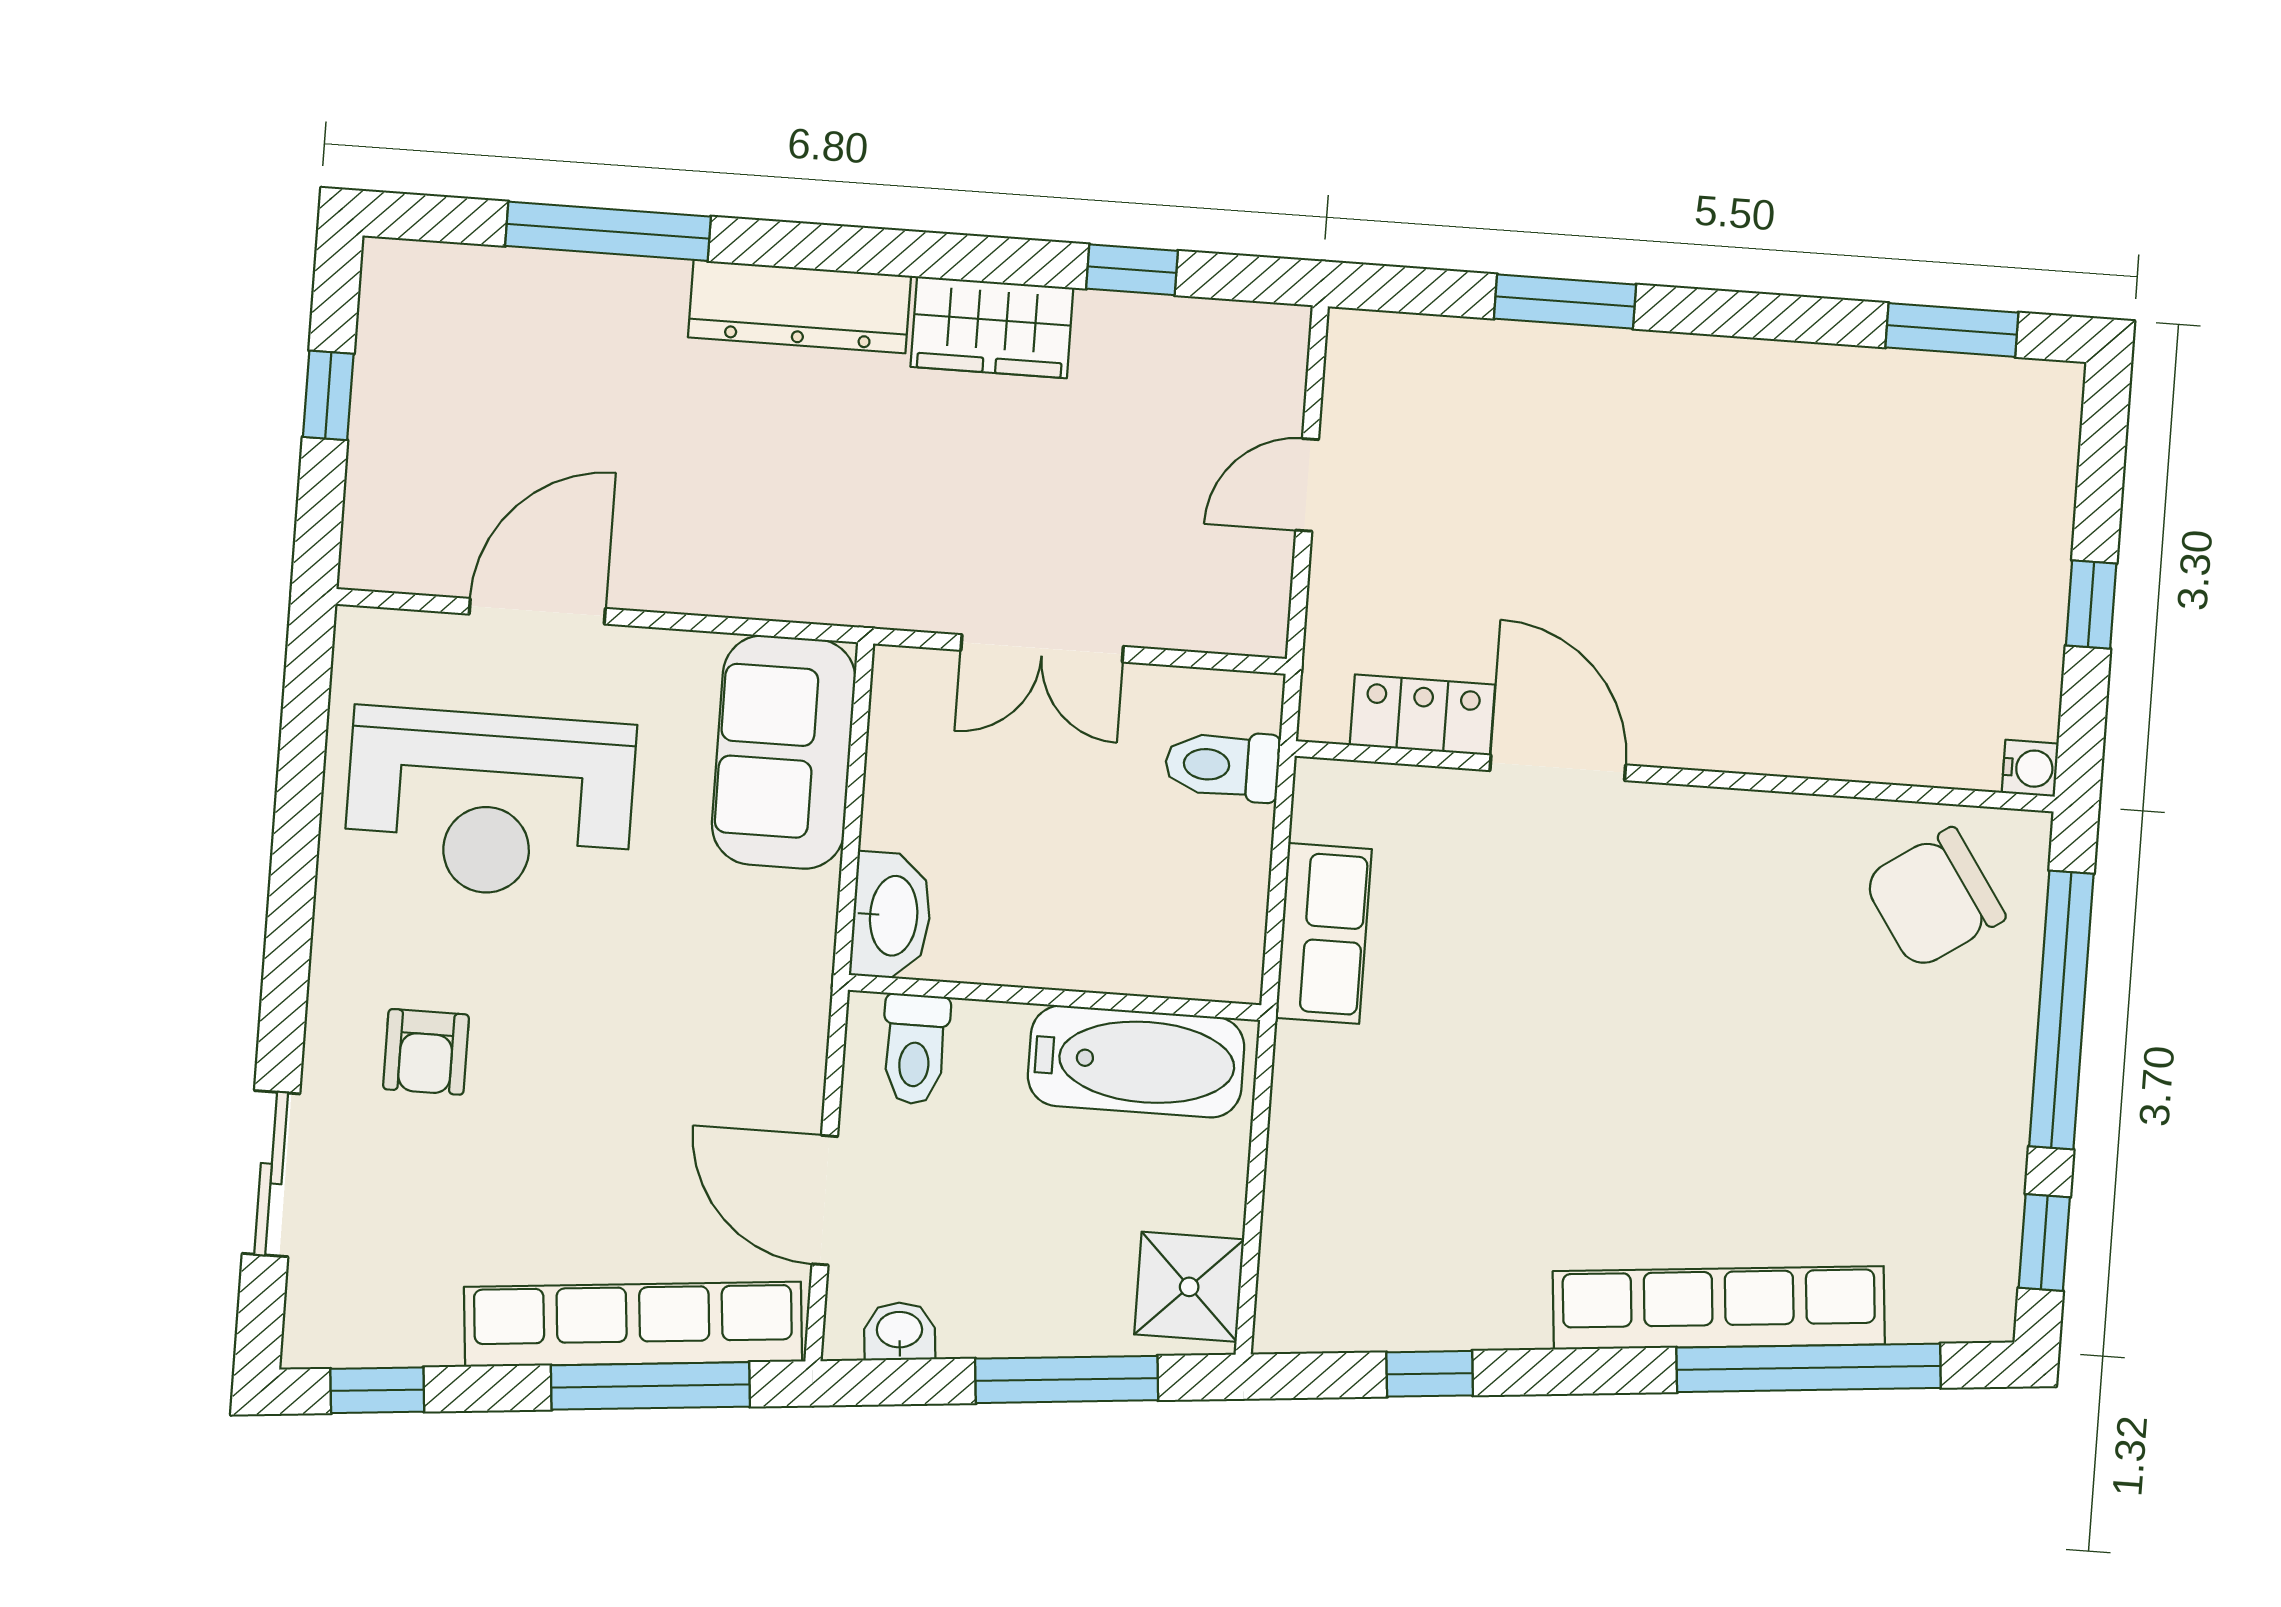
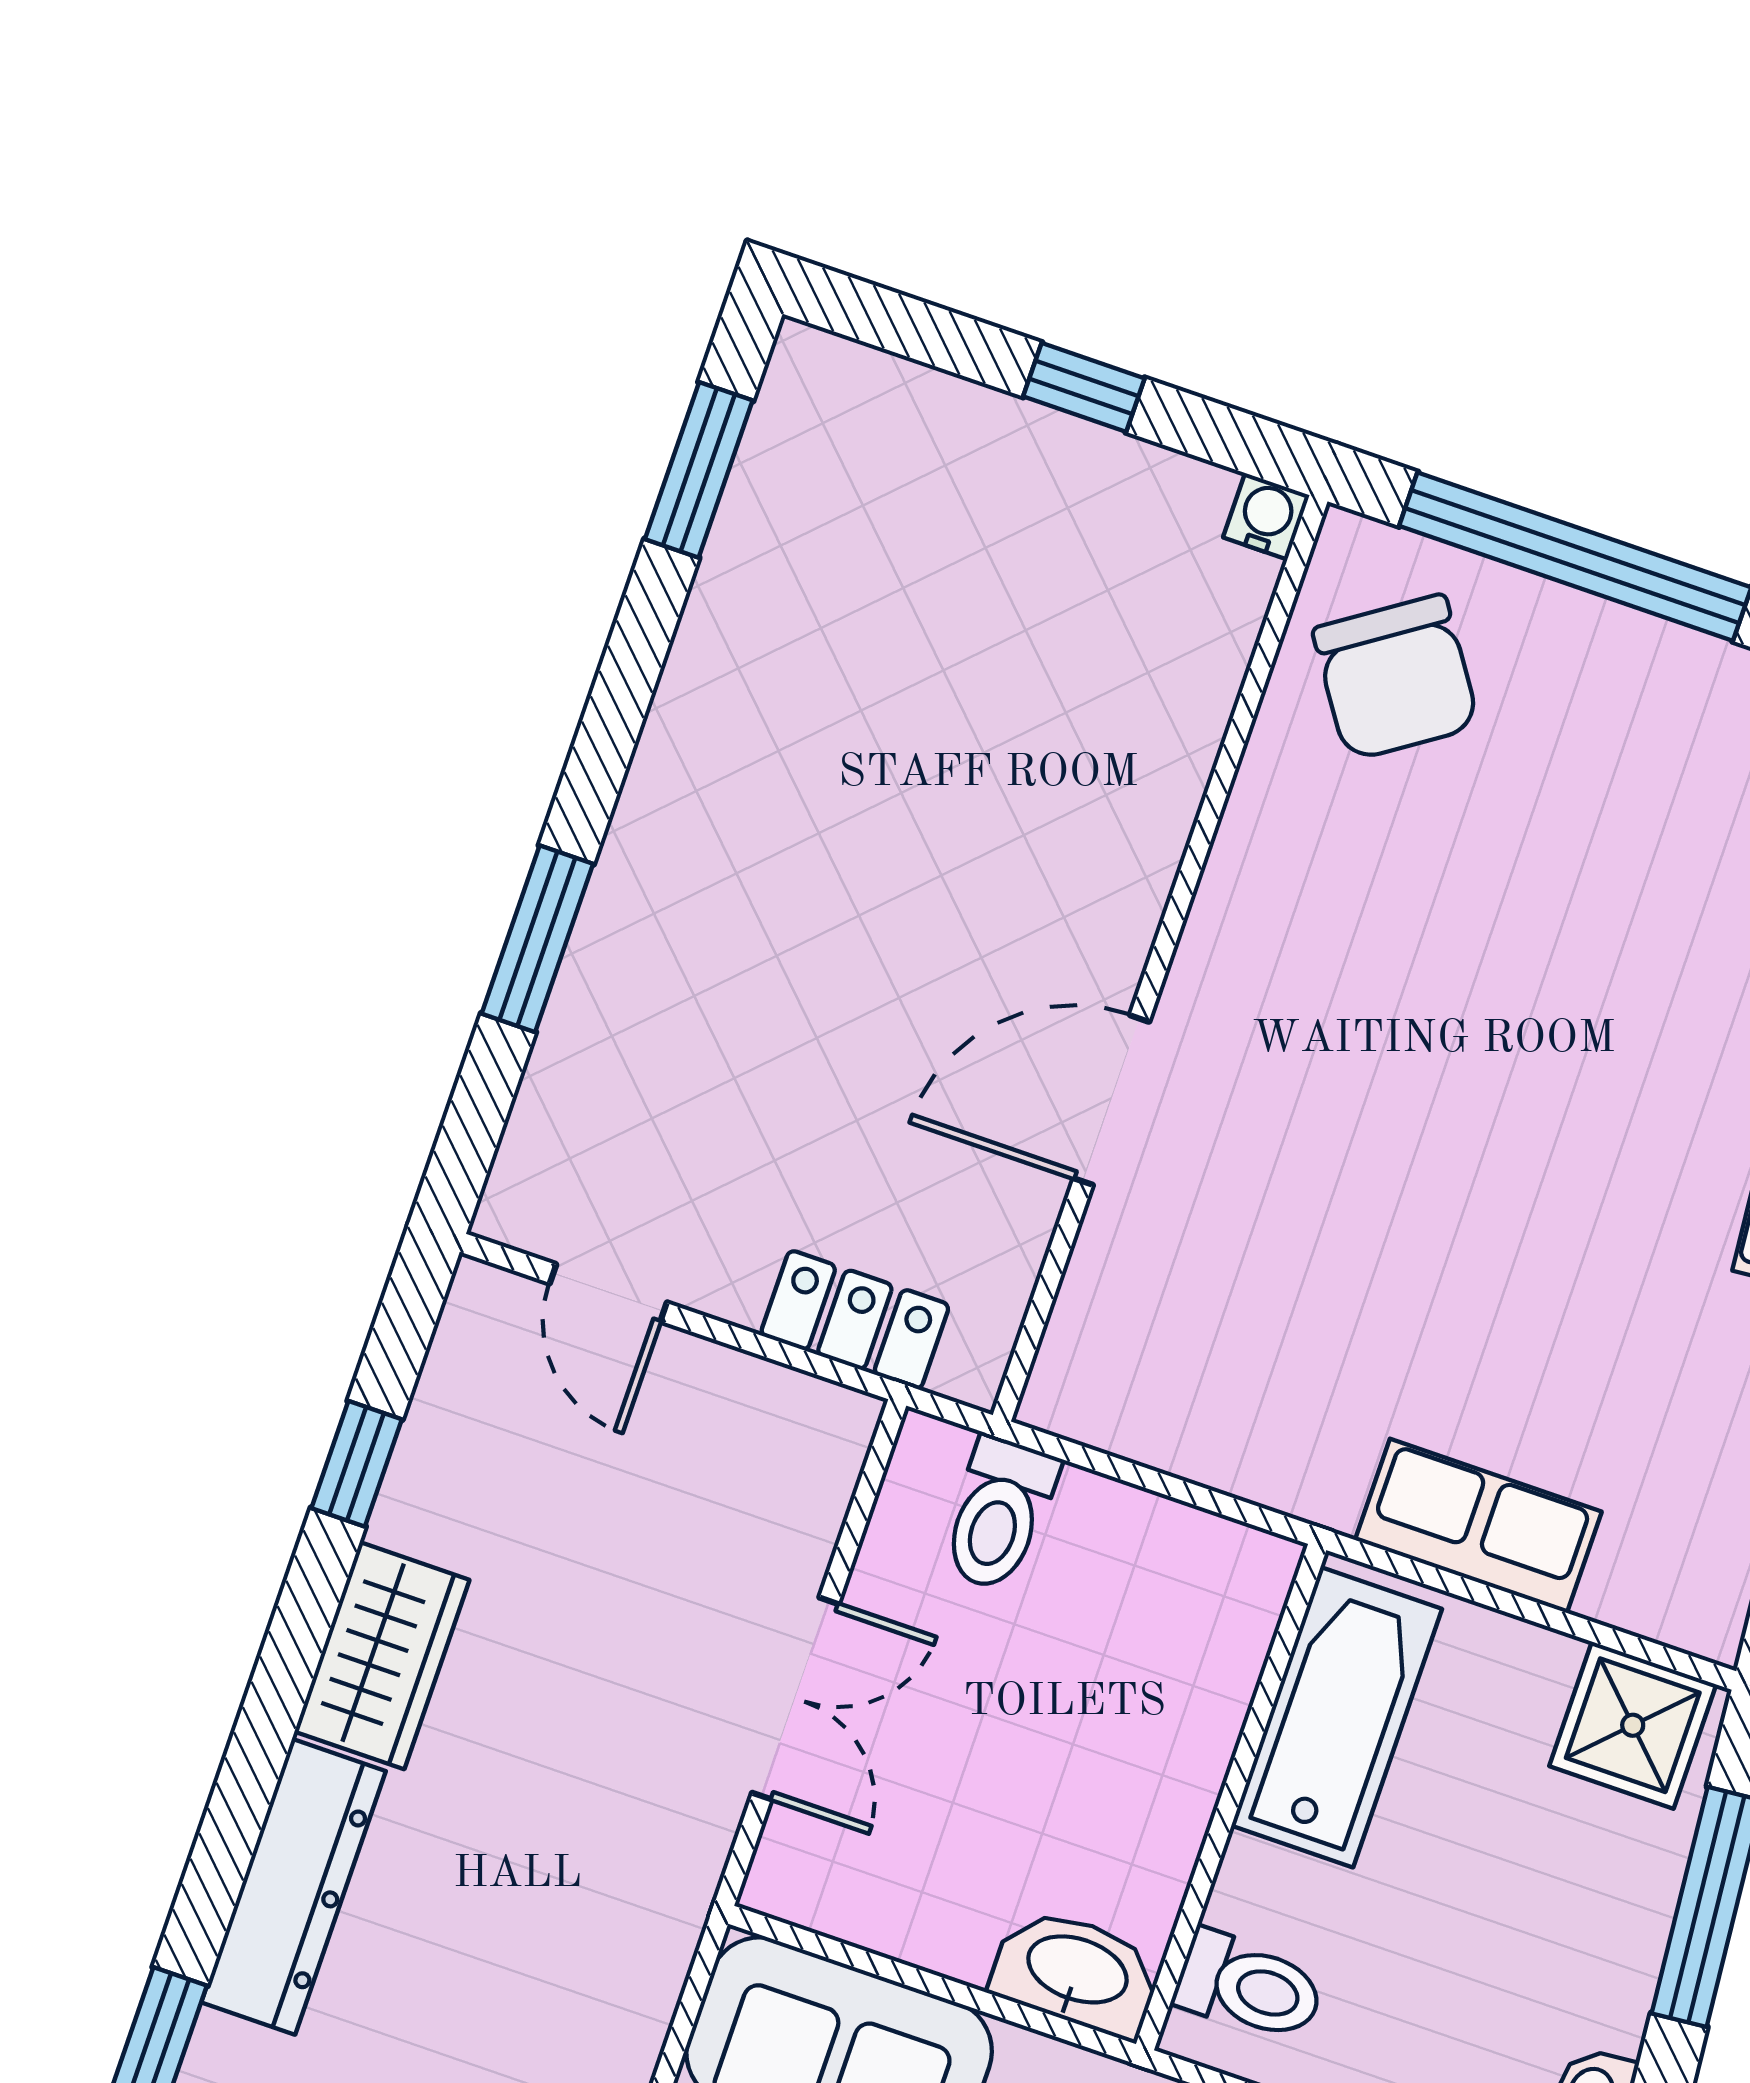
door: (1307, 485) -> (608, 1293), moved
locker: (1422, 715) -> (855, 1320), moved, turned 90
row of seats: (1324, 933) -> (1478, 1526), moved

